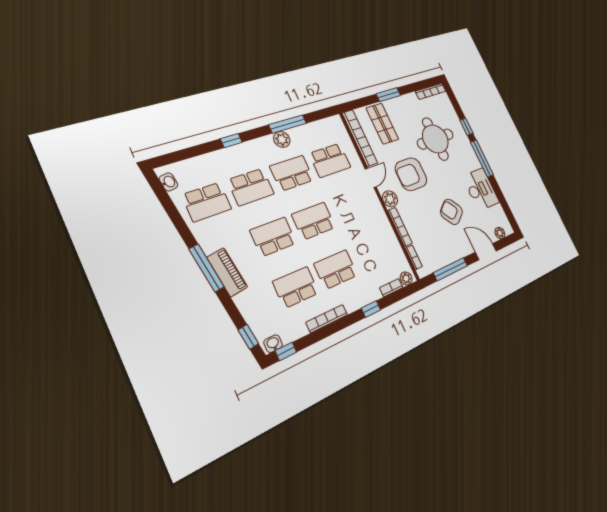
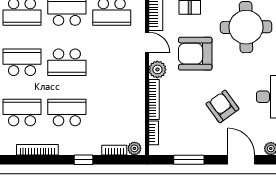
door: (371, 178) -> (147, 42), hinge flipped
school desk: (314, 221) -> (67, 62), turned 180
window: (451, 269) -> (189, 160), width x0.69

